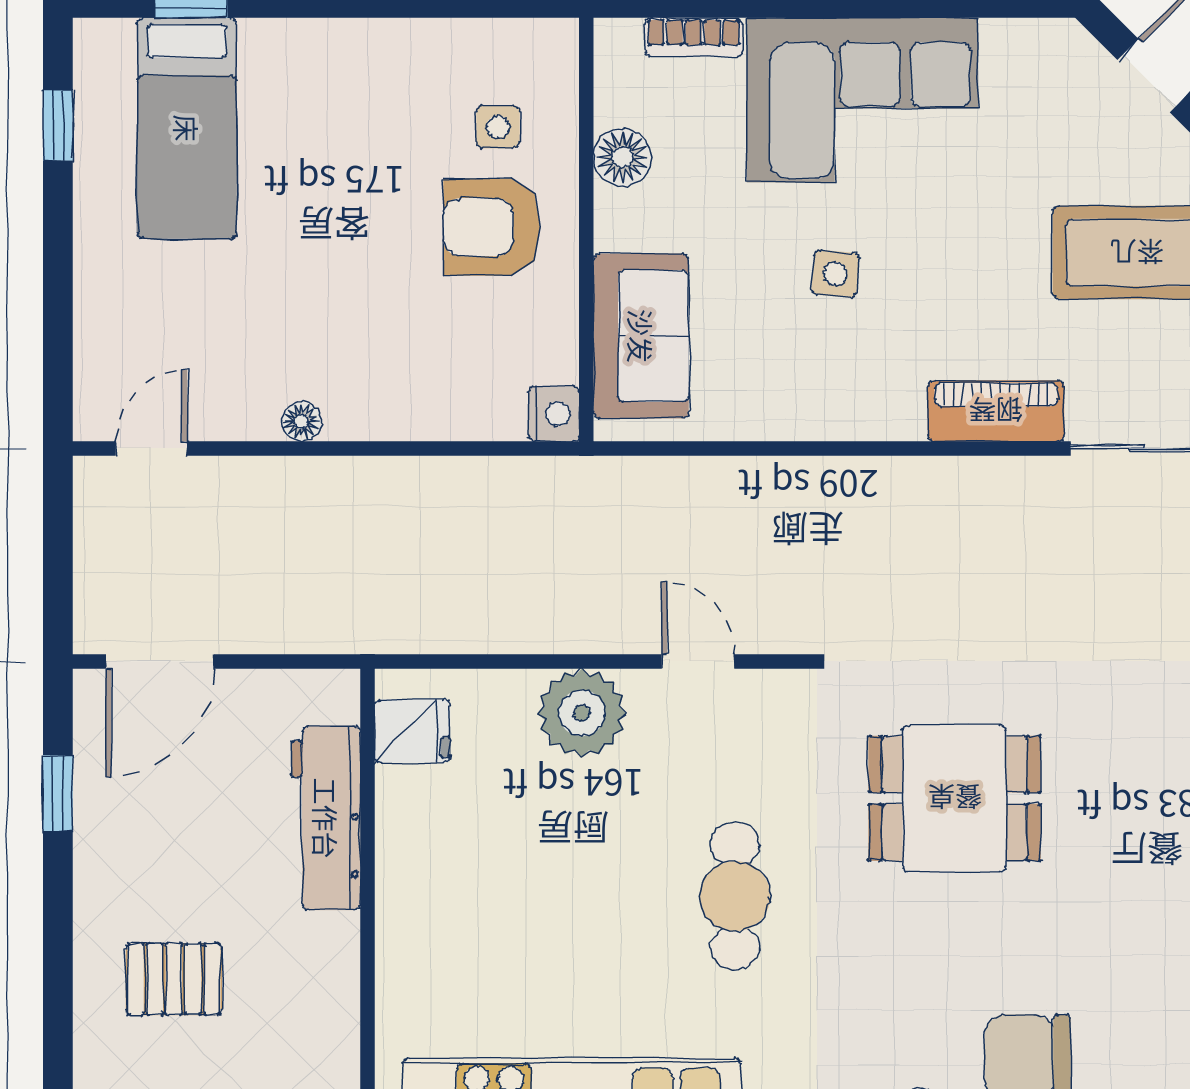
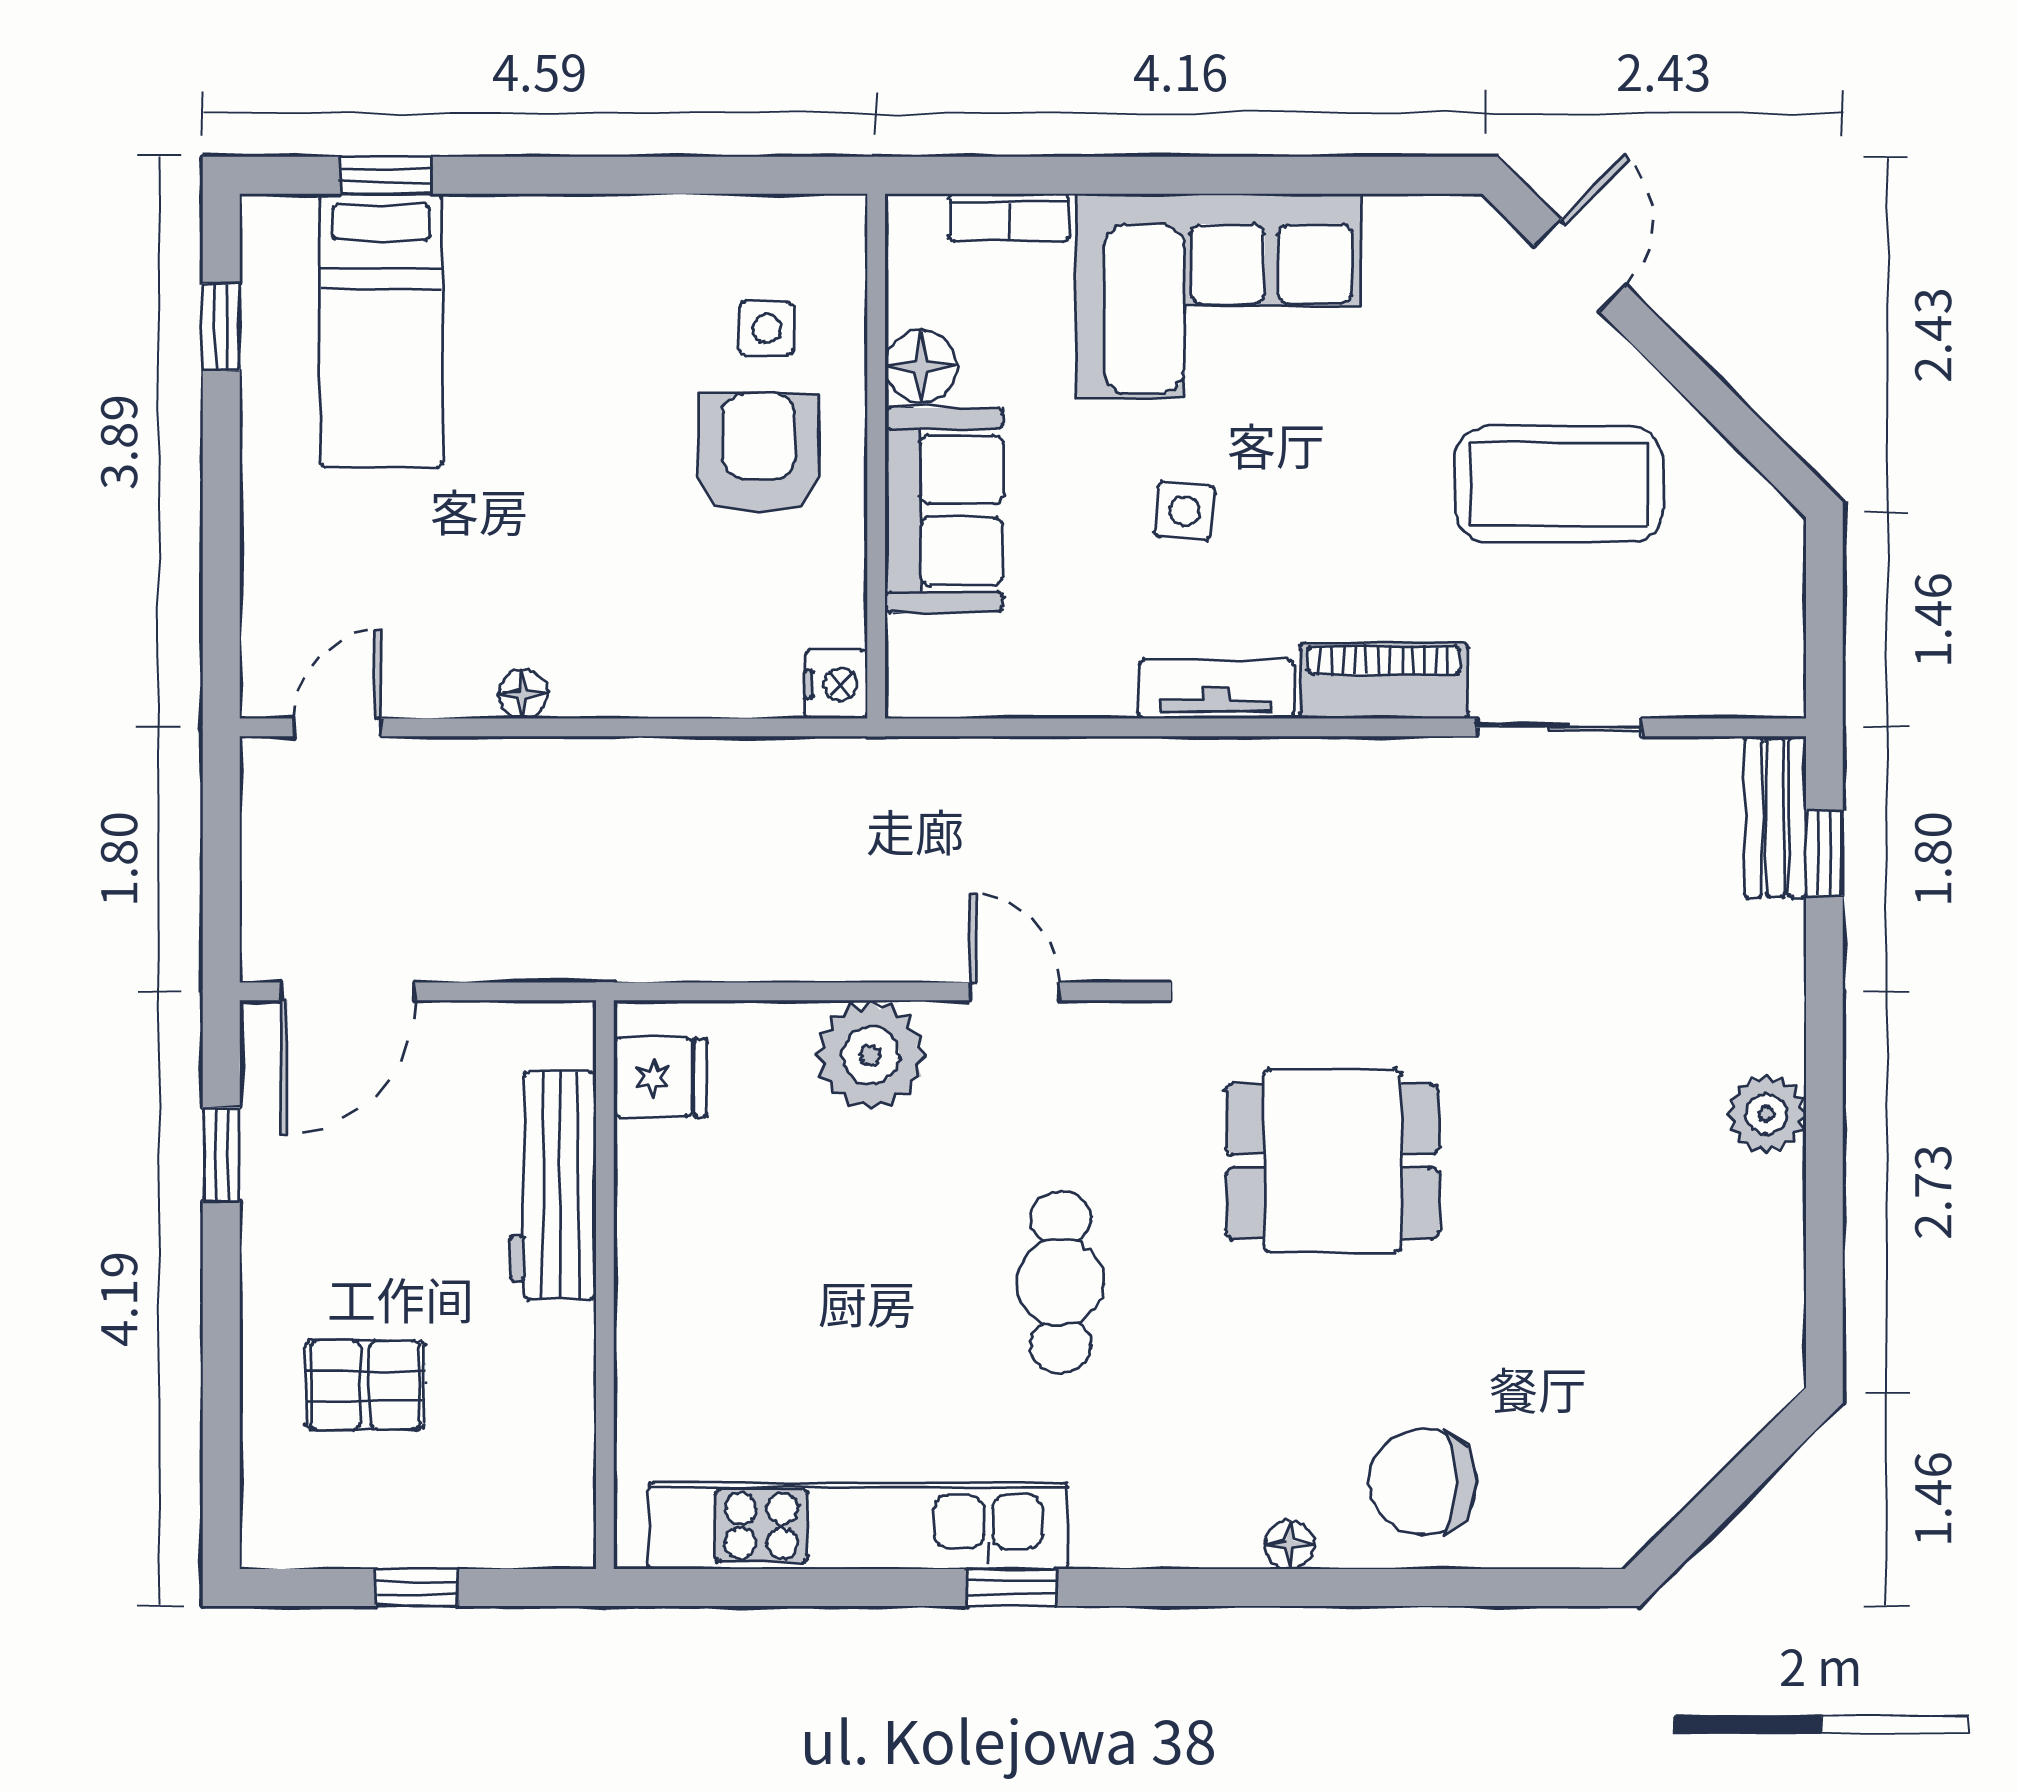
armchair: (492, 227) -> (759, 453), turned 90
sofa: (641, 336) -> (944, 510), moved
tv unit: (861, 417) -> (1216, 689), added

